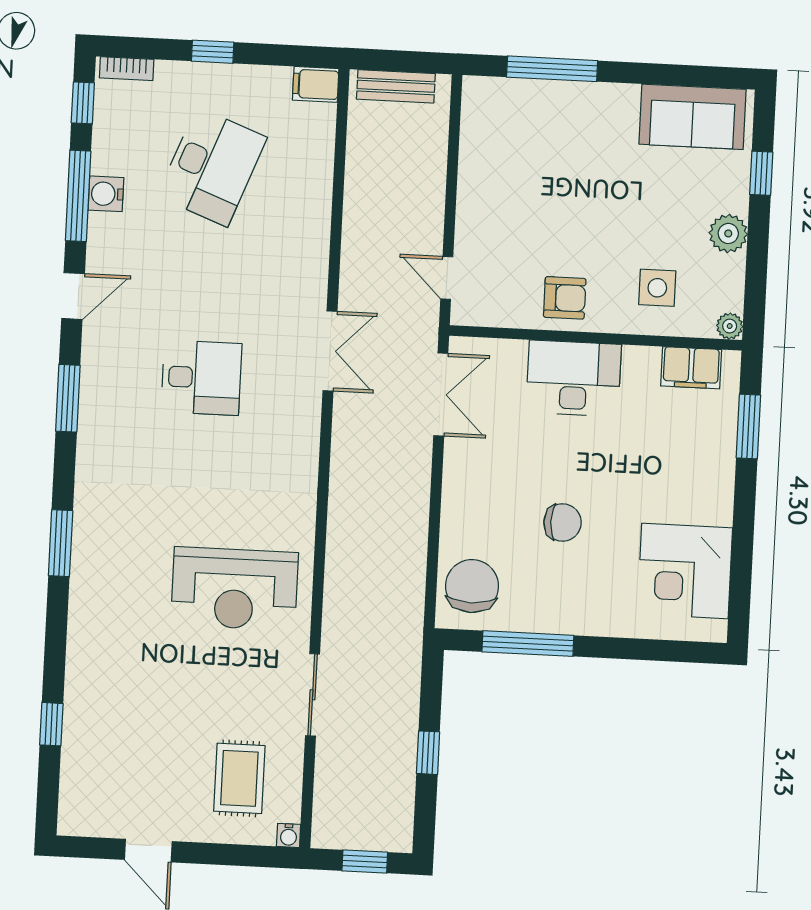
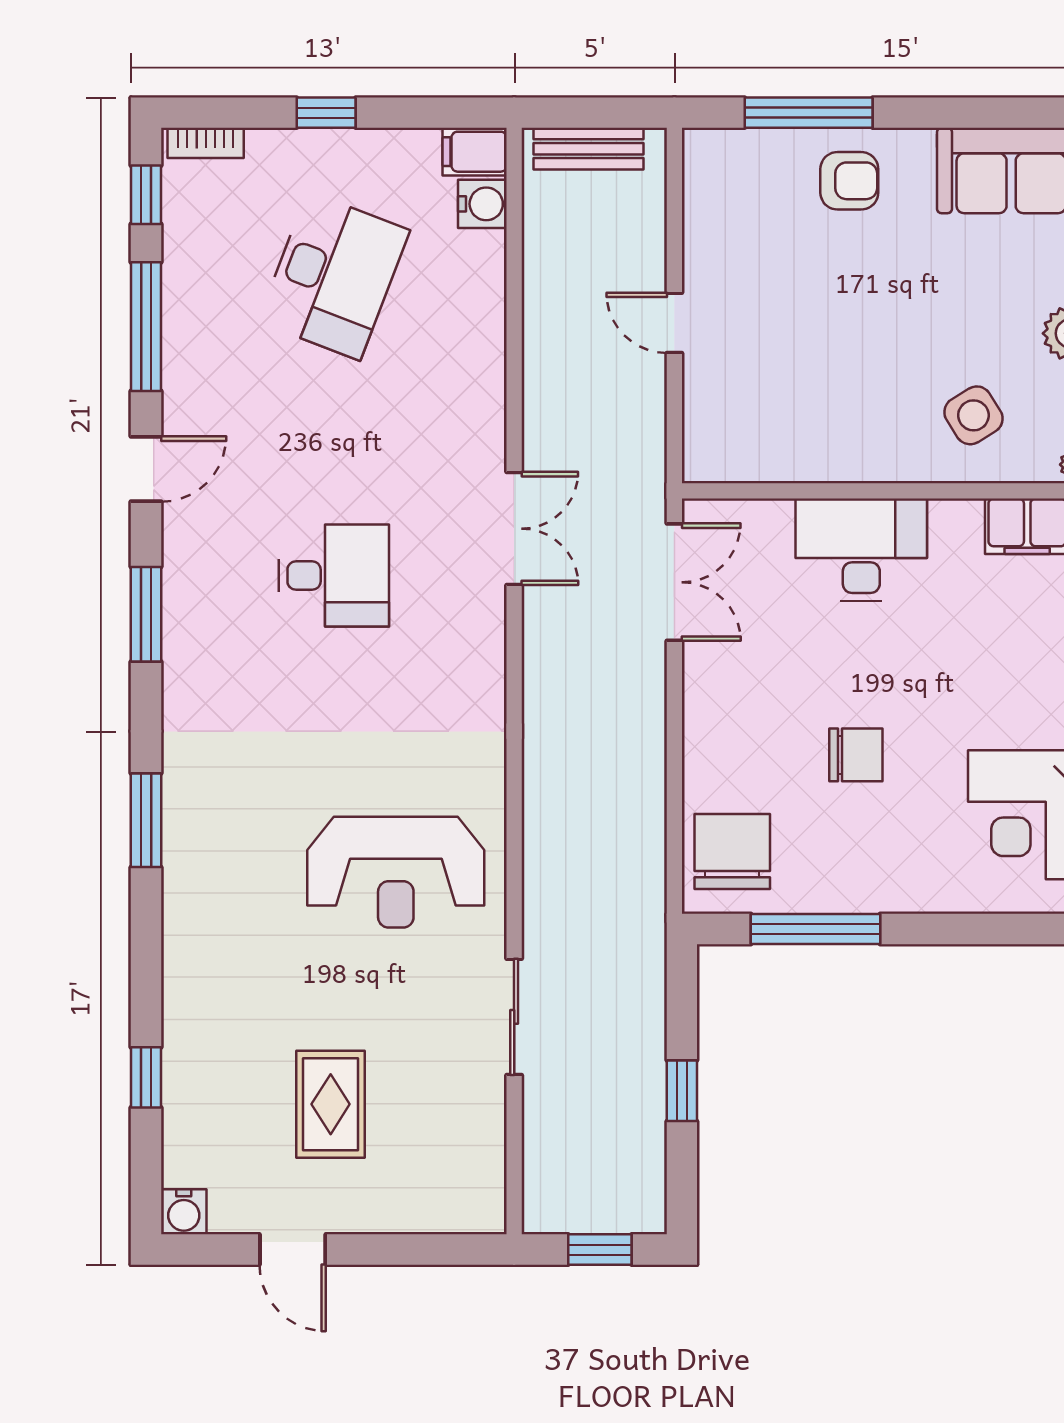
water cooler: (106, 194) -> (482, 204), moved, turned 180
door: (447, 278) -> (674, 323), moved
side table: (657, 288) -> (973, 415), turned -32
armchair: (565, 298) -> (849, 181), moved
rug: (239, 778) -> (331, 1104), moved
water cooler: (289, 835) -> (184, 1212), moved, width x1.38, depth x1.38

